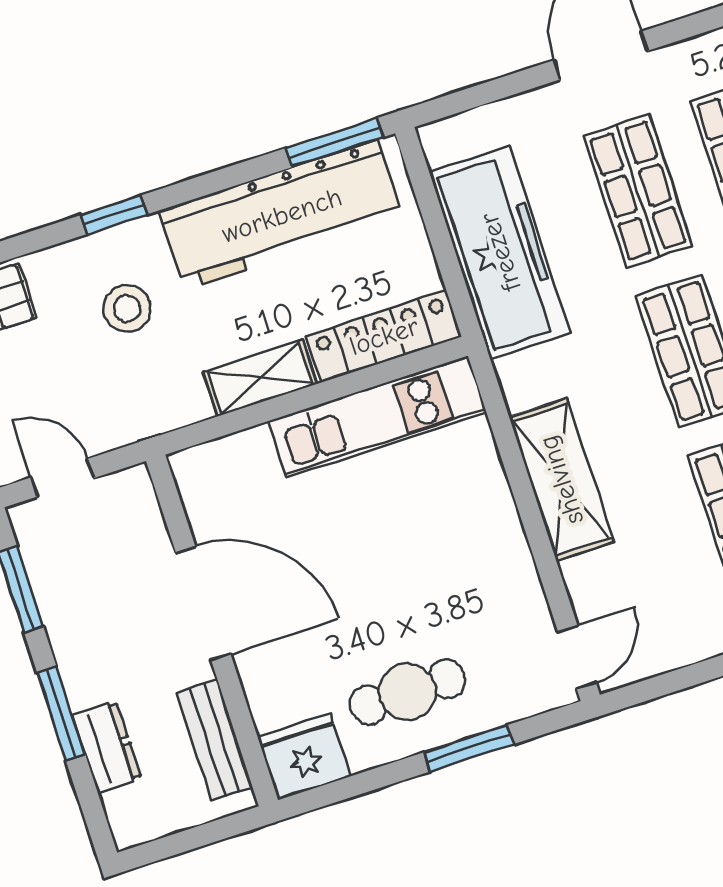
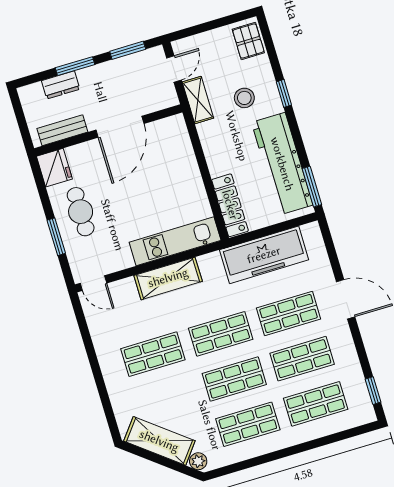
shelving: (260, 378) -> (198, 100), moved
kitchen unit: (377, 417) -> (175, 241), moved, turned 90

